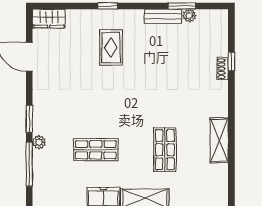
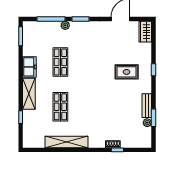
shelving: (219, 140) -> (66, 142), width x1.47
shop shelf: (165, 150) -> (60, 107), turned 90

